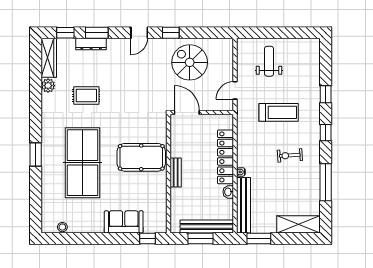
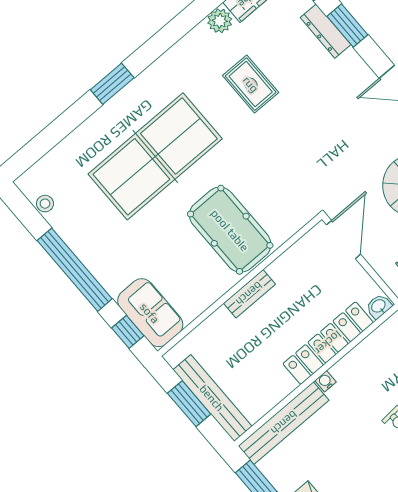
washbasin: (228, 192) -> (379, 306), moved
sofa: (124, 222) -> (150, 313), moved
window: (102, 238) -> (75, 270), added

